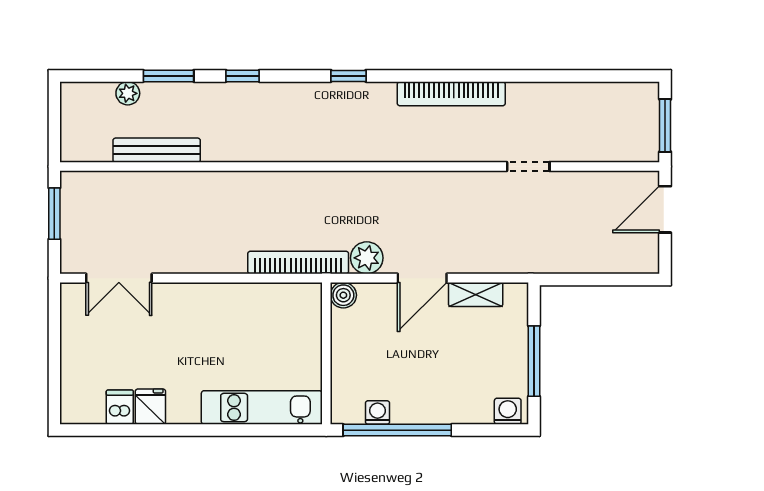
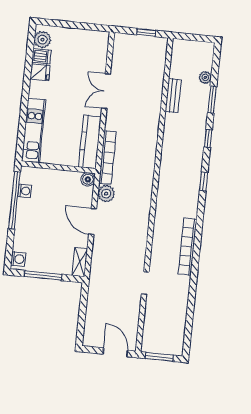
window: (348, 76) -> (204, 181), moved
bench: (157, 150) -> (173, 96), width x0.73
window: (54, 214) -> (146, 33), width x0.67
double door: (119, 278) -> (106, 91), moved
shelving: (476, 294) -> (80, 262), moved
kitchen counter: (272, 299) -> (90, 142), added
plant: (88, 408) -> (42, 40), added

